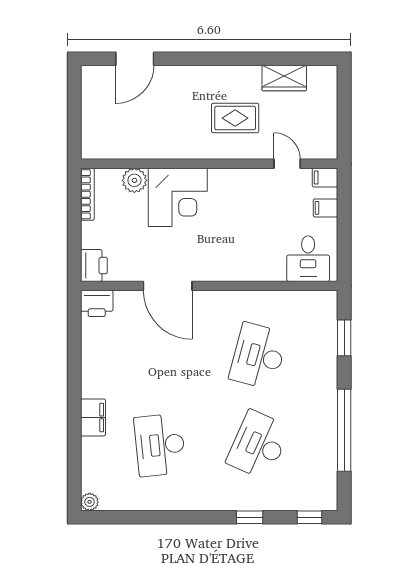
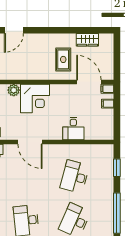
rug: (235, 118) -> (63, 59), turned 90
door: (287, 164) -> (89, 82), width x1.87
desk: (308, 259) -> (73, 129), moved

